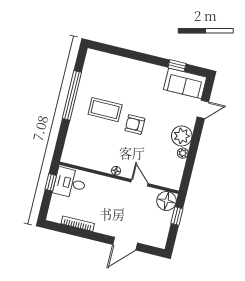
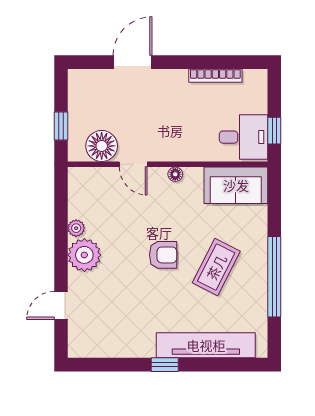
tv unit: (123, 65) -> (206, 345), added
window: (177, 66) -> (165, 365), moved
sofa: (185, 83) -> (236, 185), moved, turned 180
coffee table: (105, 110) -> (216, 267), turned -63
floor lamp: (167, 201) -> (102, 146), moved

